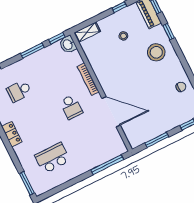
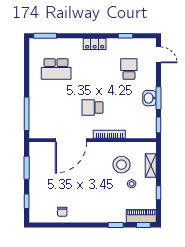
shelving: (87, 32) -> (151, 166), moved
washbasin: (68, 44) -> (149, 98), moved, turned -90
stool: (156, 52) -> (121, 165), moved
school desk: (53, 158) -> (56, 69), turned 90

